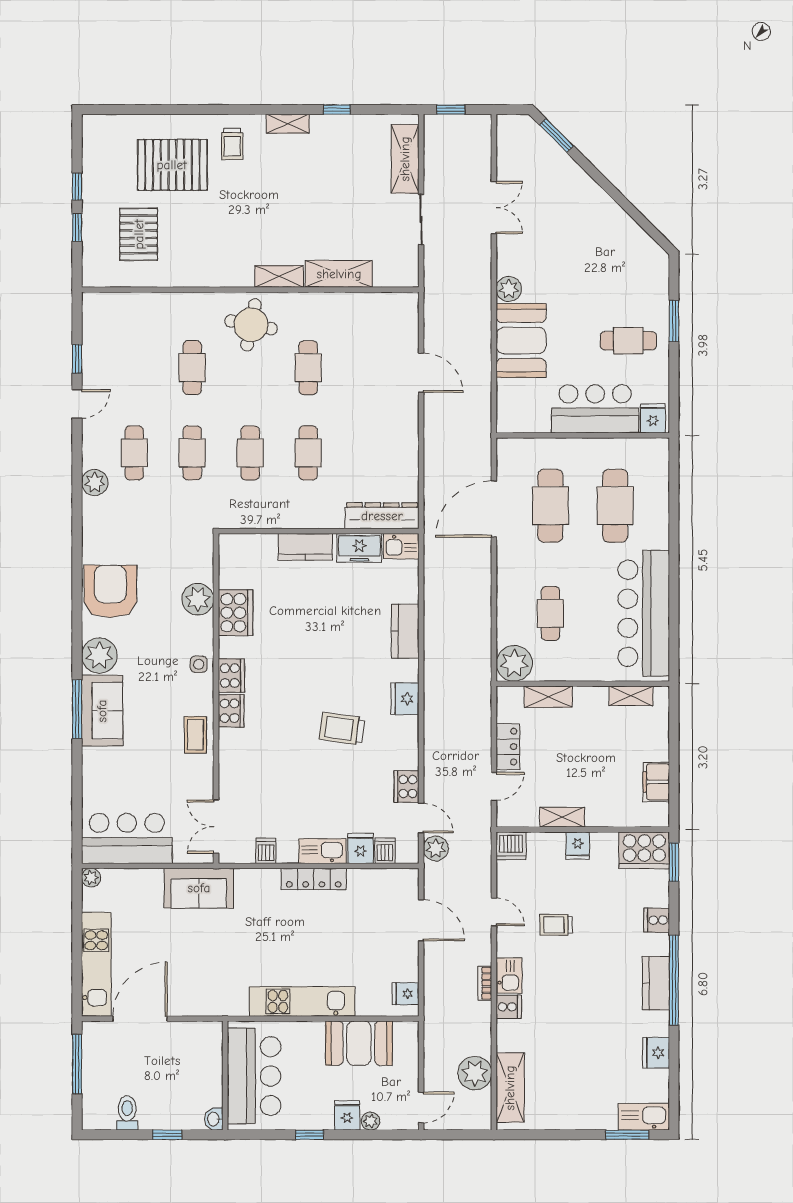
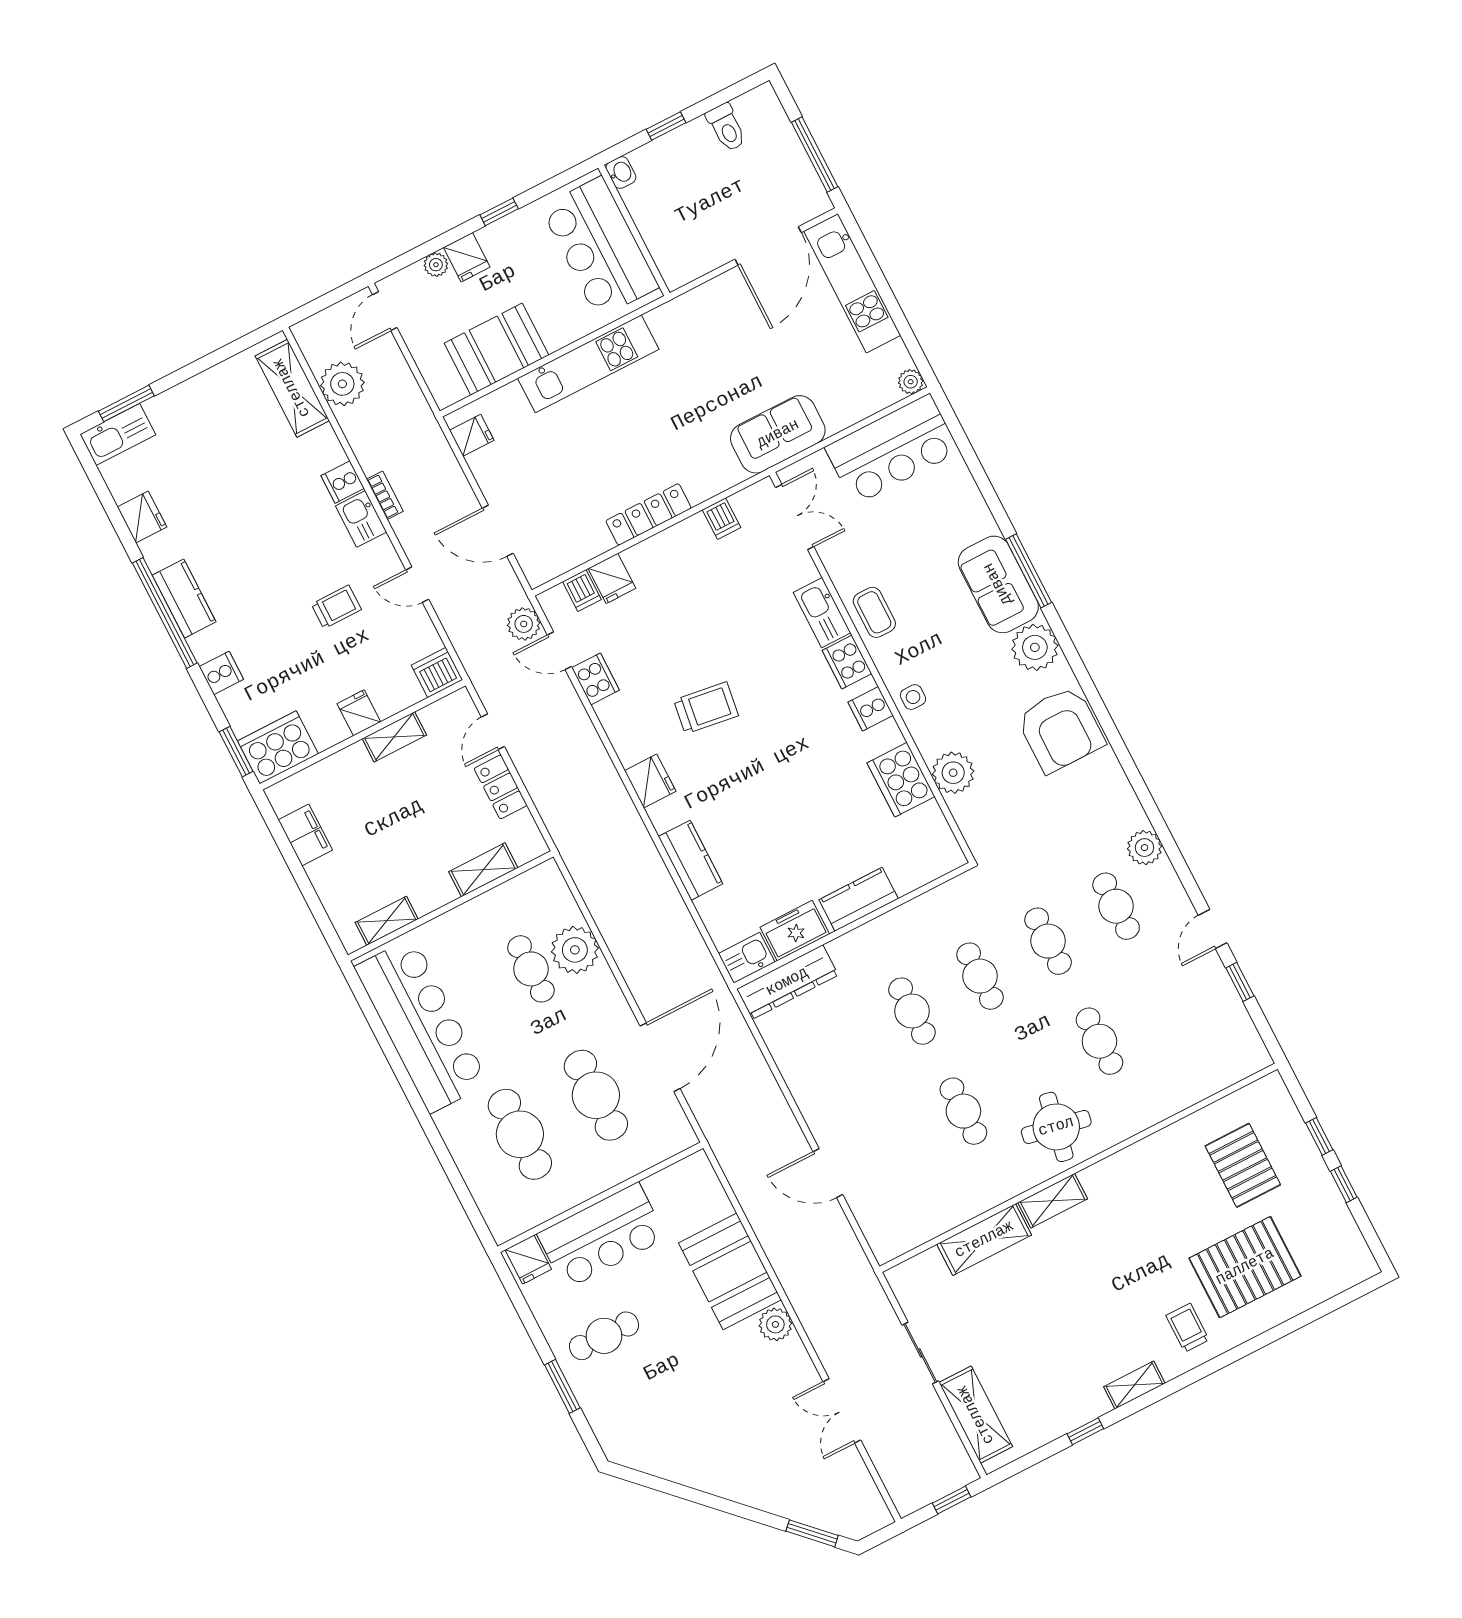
plant: (514, 663) -> (575, 950), moved
cooker: (231, 676) -> (871, 709), width x0.73
kitchen sink: (322, 851) -> (822, 613), moved, turned 90

